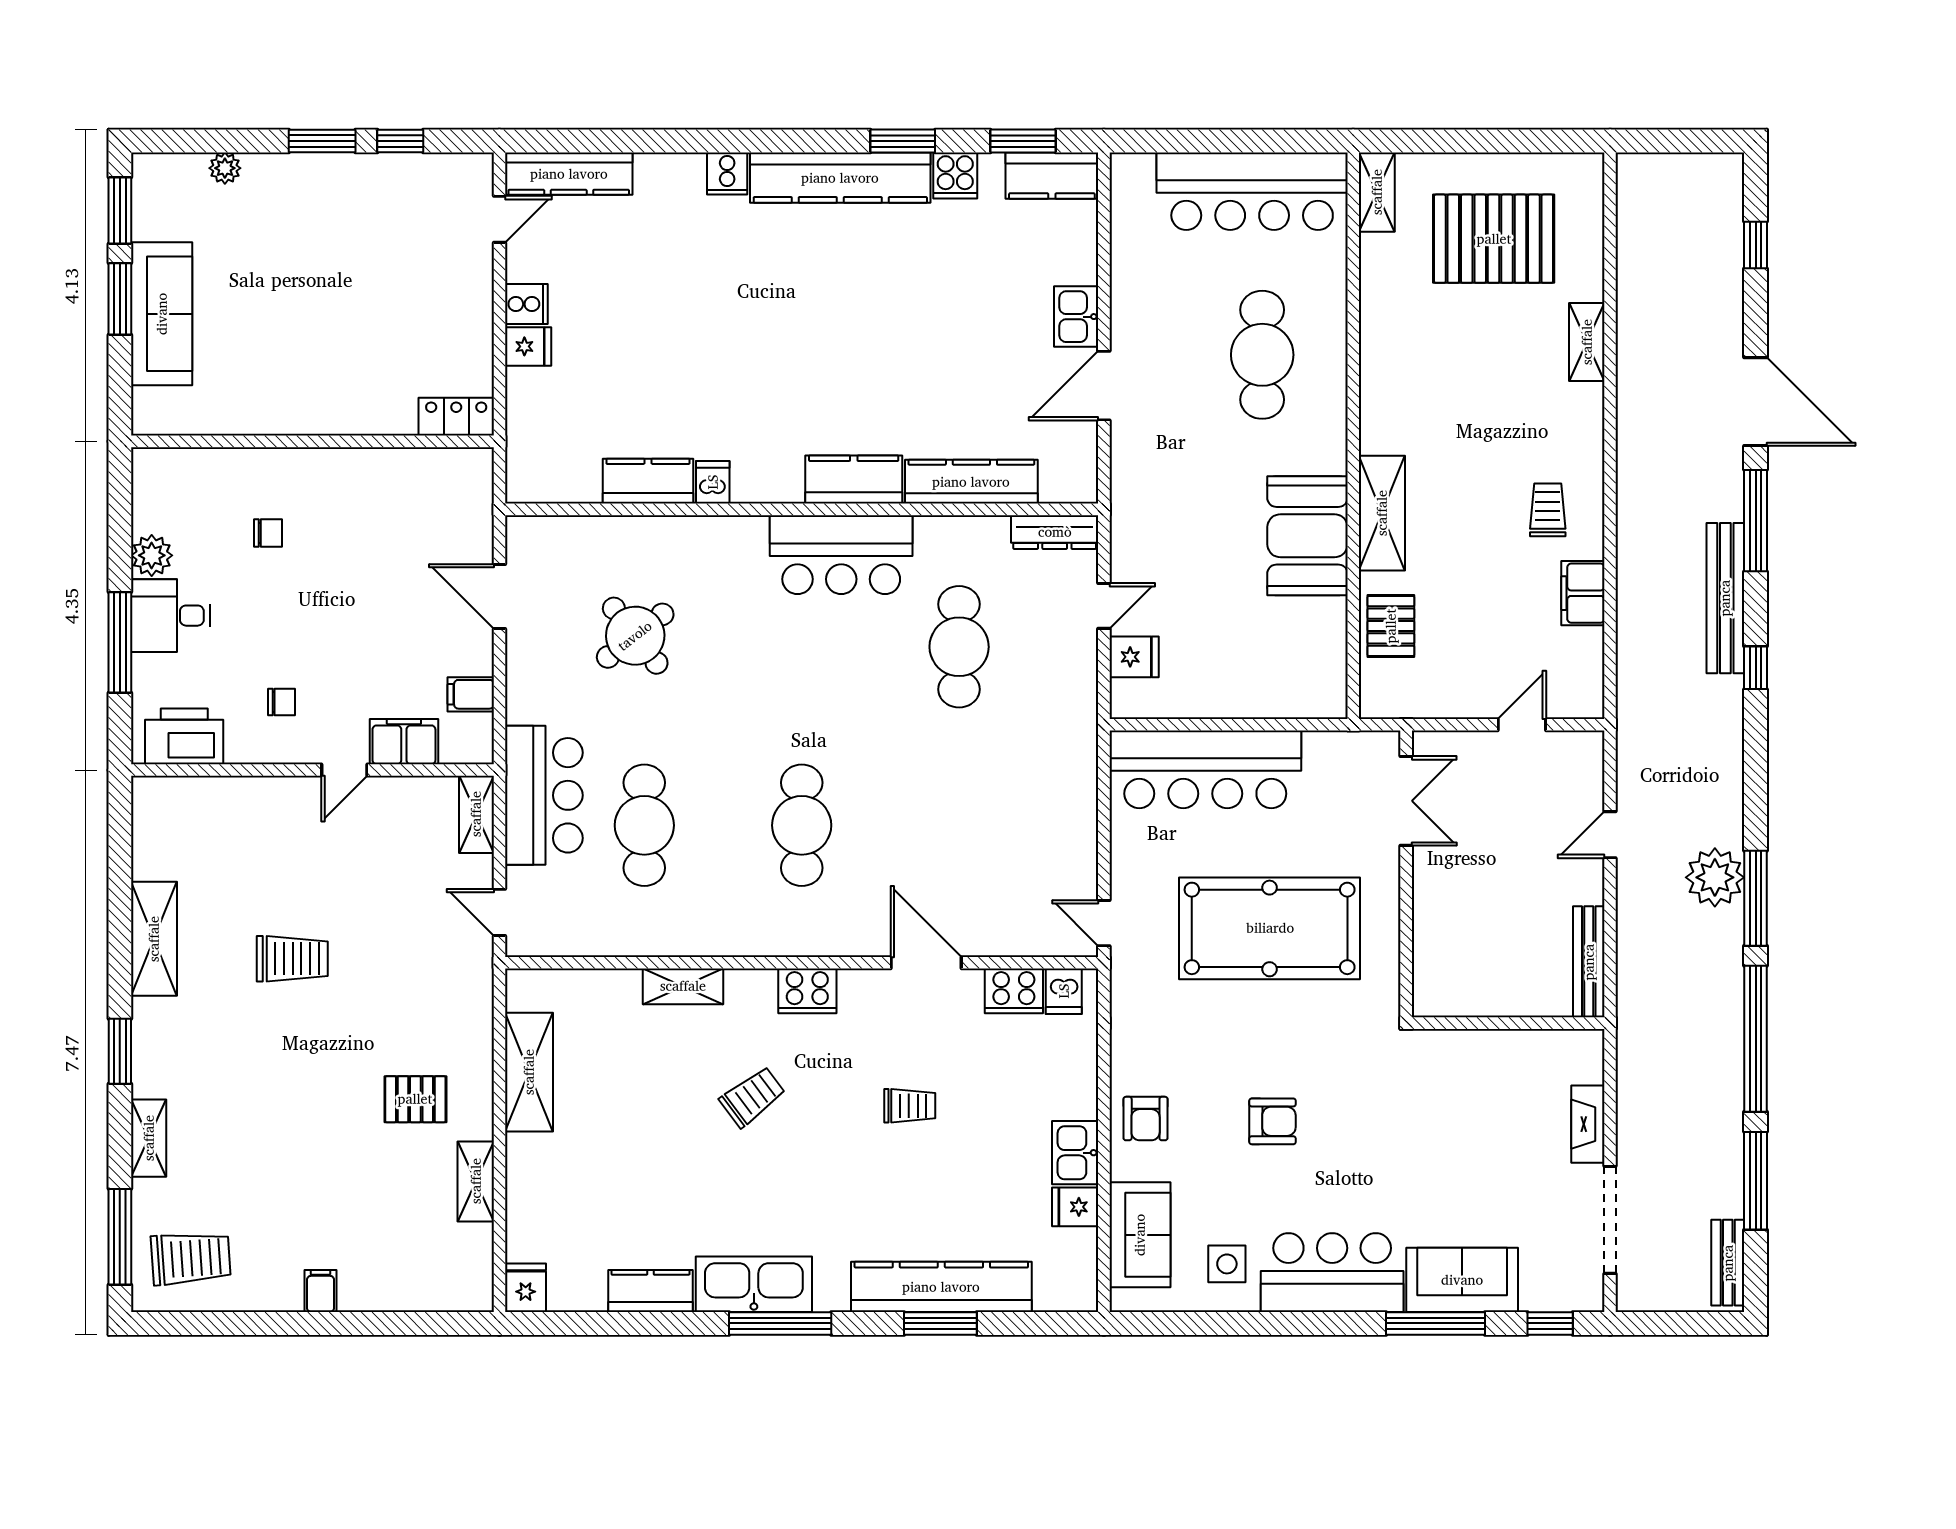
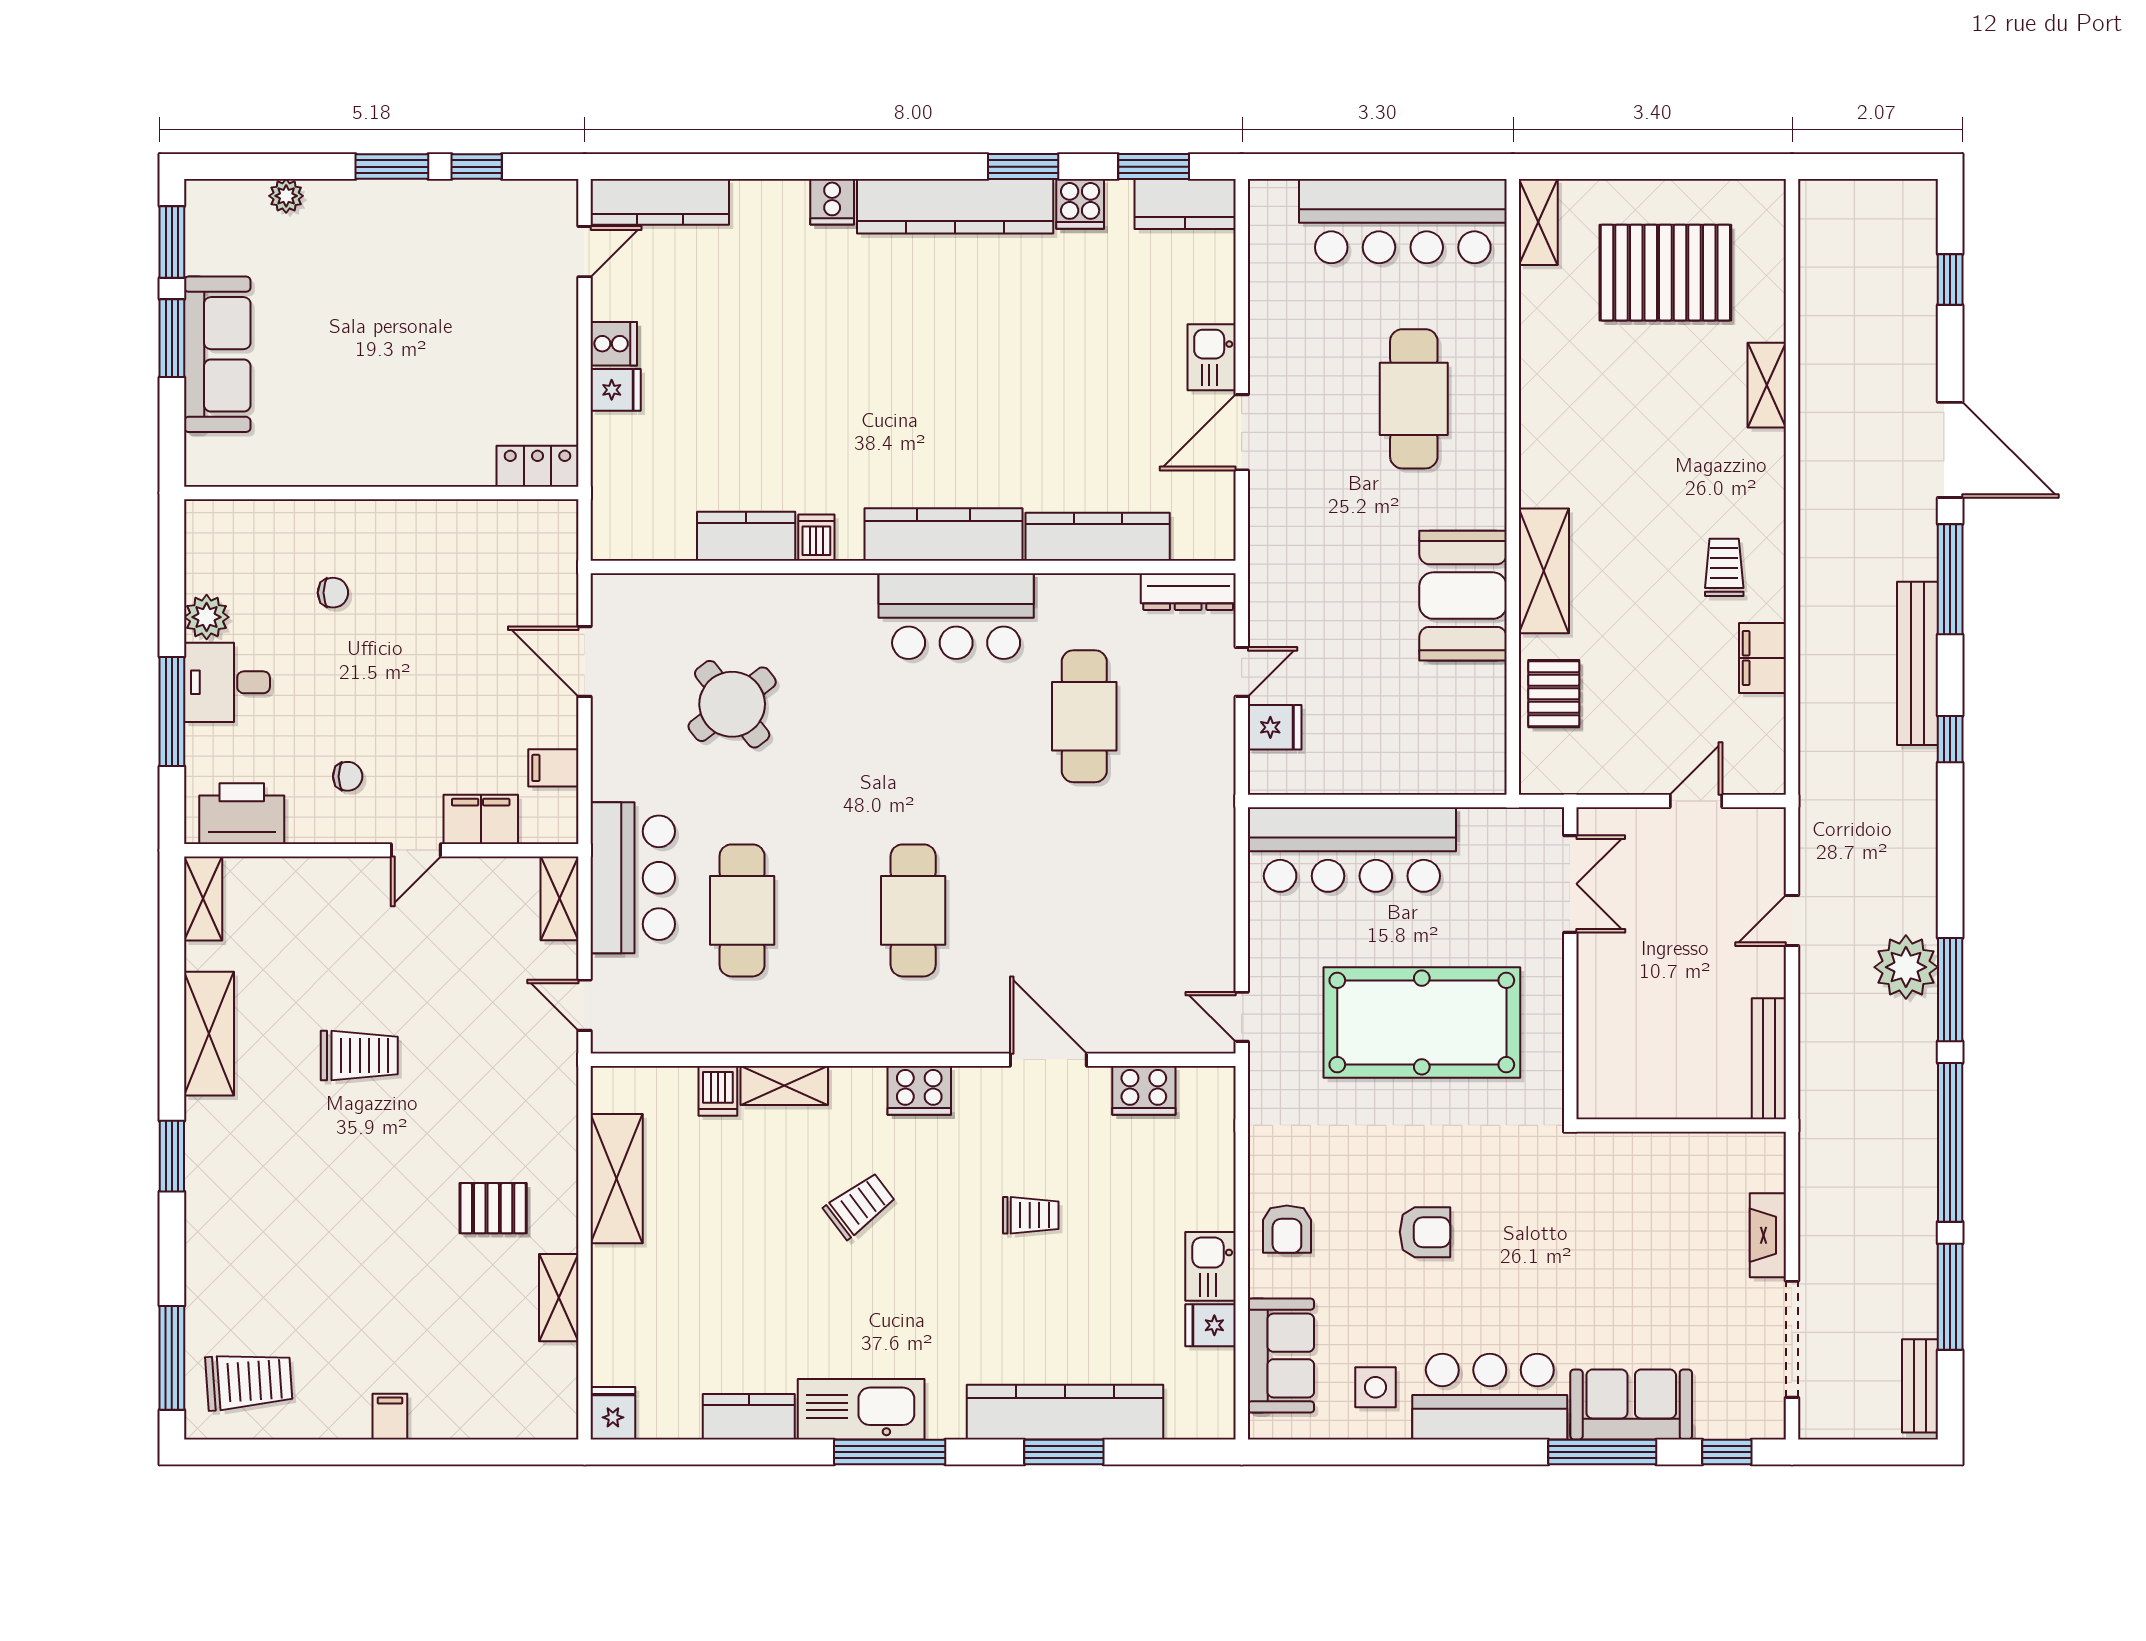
kitchen counter: (854, 480) -> (943, 534), width x1.50
dishwasher: (1064, 991) -> (718, 1091), moved
shelving: (149, 1138) -> (203, 899), moved

